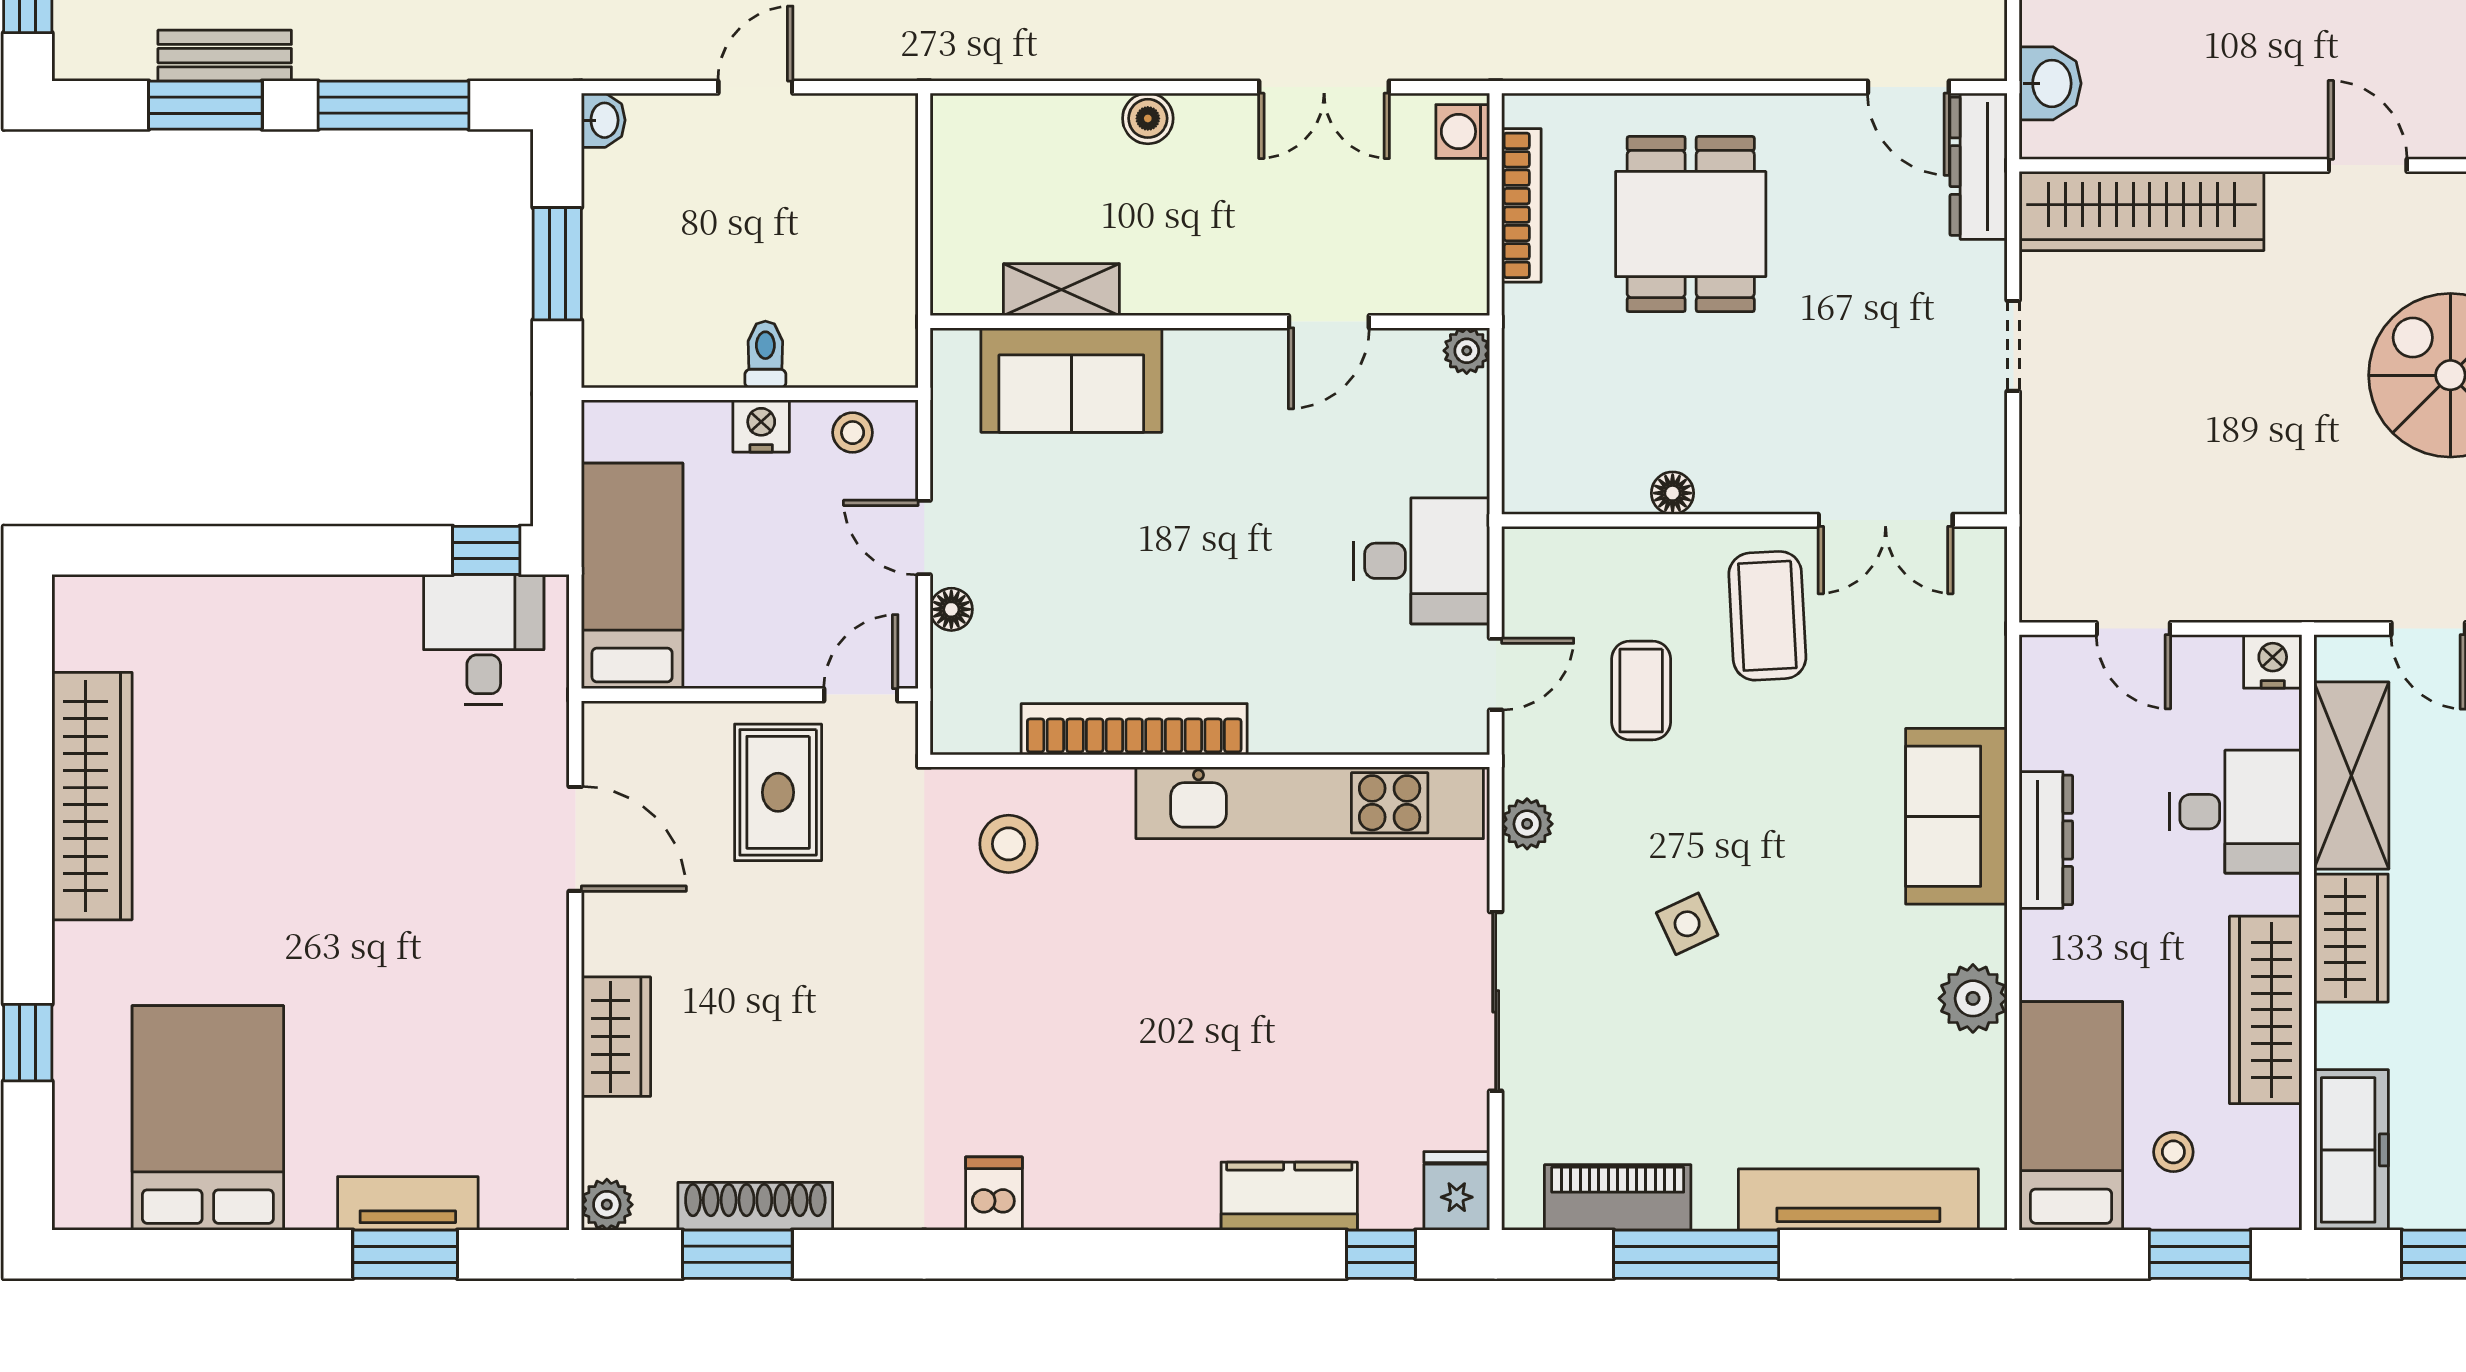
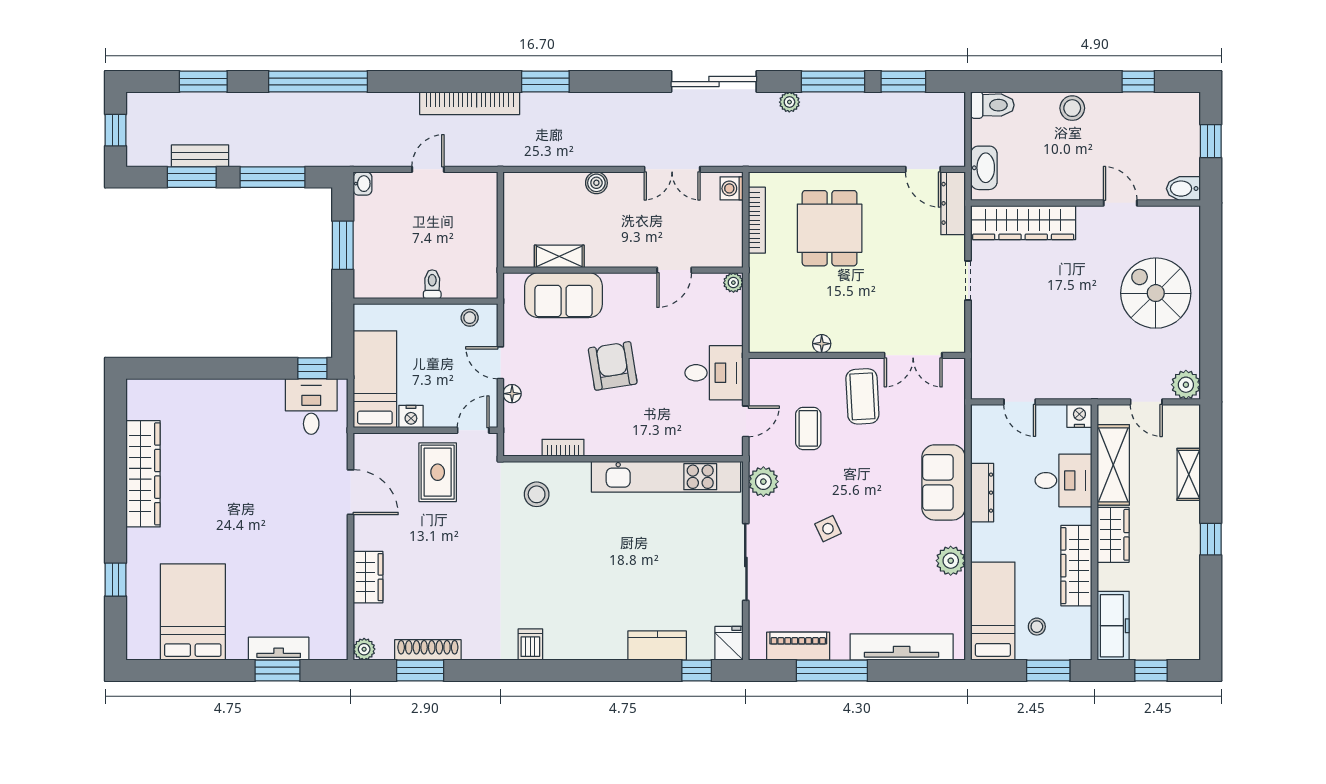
washbasin: (2050, 83) -> (984, 168), width x1.38
nightstand: (761, 426) -> (411, 417), moved, turned 180
armchair: (1186, 545) -> (613, 366), added
bookcase: (1134, 729) -> (563, 448), width x0.43, depth x0.76
plant: (1527, 824) -> (763, 482), width x1.38, depth x1.38

